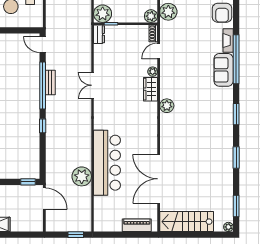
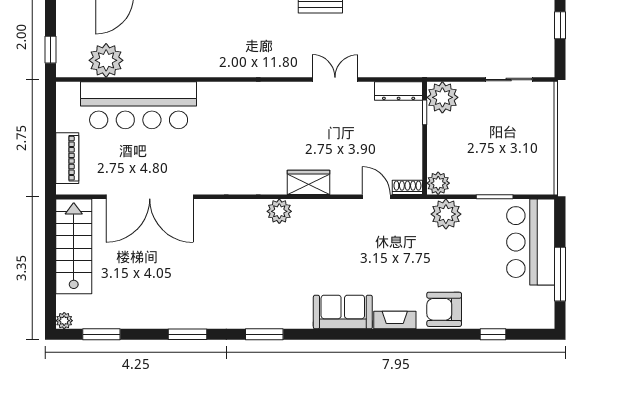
dresser: (99, 34) -> (399, 91), width x1.44
window: (236, 59) -> (362, 334), removed
plant: (153, 72) -> (340, 186), removed
double door: (93, 85) -> (335, 80), moved
bar counter: (107, 163) -> (139, 105), moved
plant: (82, 176) -> (106, 60), moved
double door: (159, 179) -> (150, 197), swing flipped

